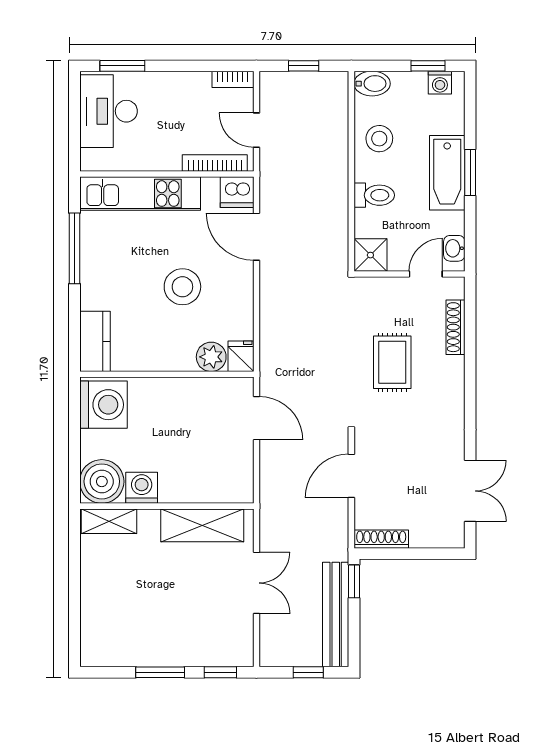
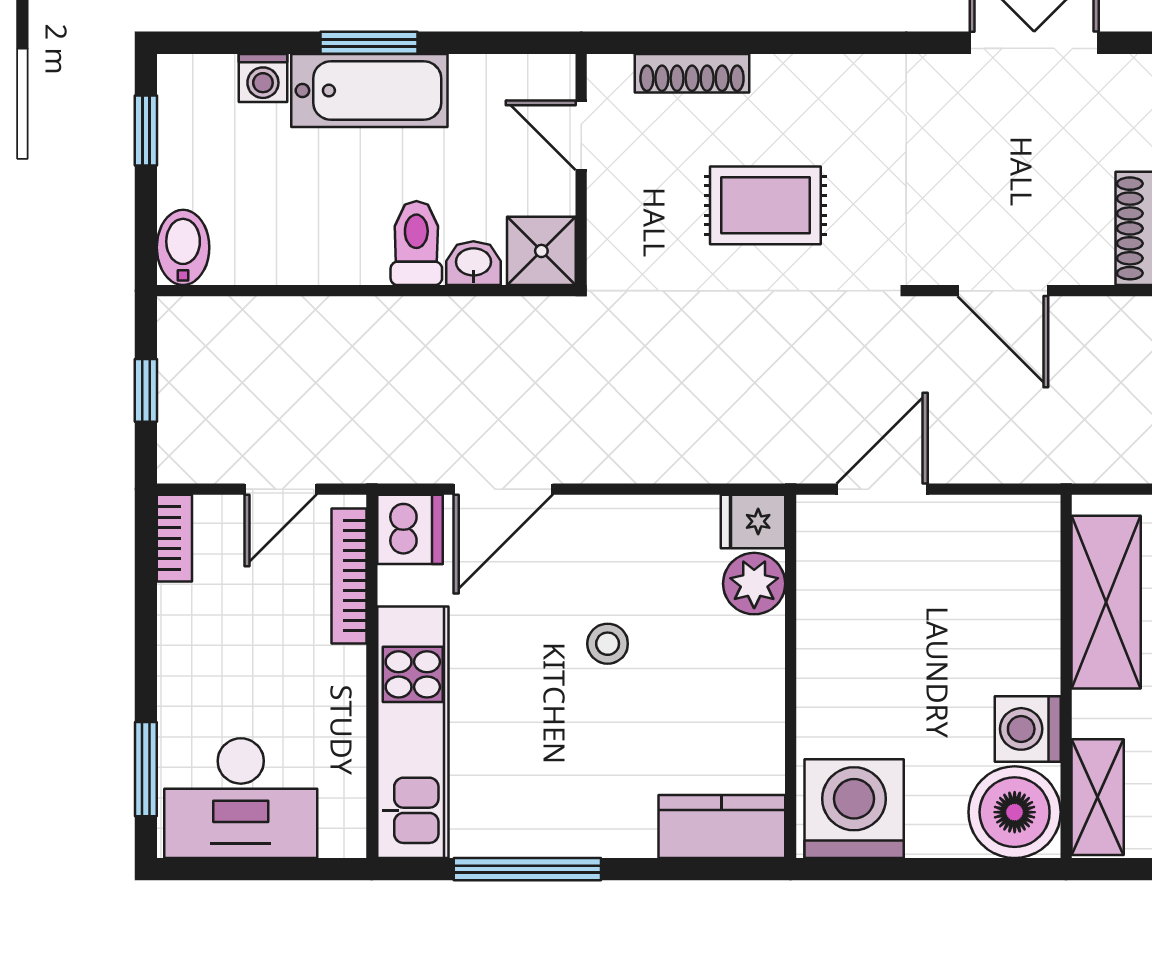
washing machine: (440, 83) -> (263, 78), moved, turned 90
stool: (379, 139) -> (298, 232), removed
washbasin: (454, 248) -> (473, 263), moved, turned 180
stool: (182, 287) -> (608, 644), width x0.53, depth x0.53

